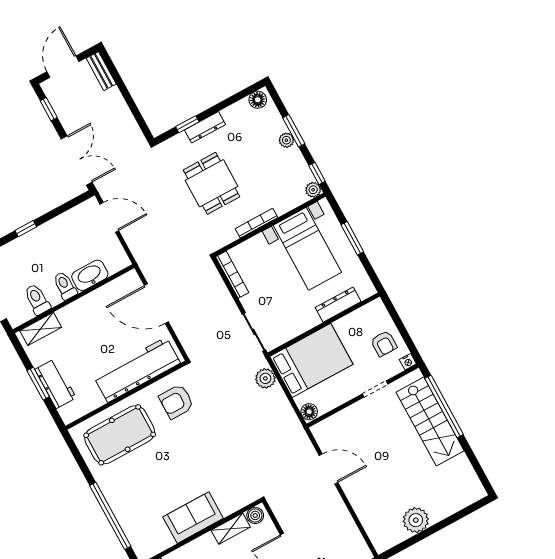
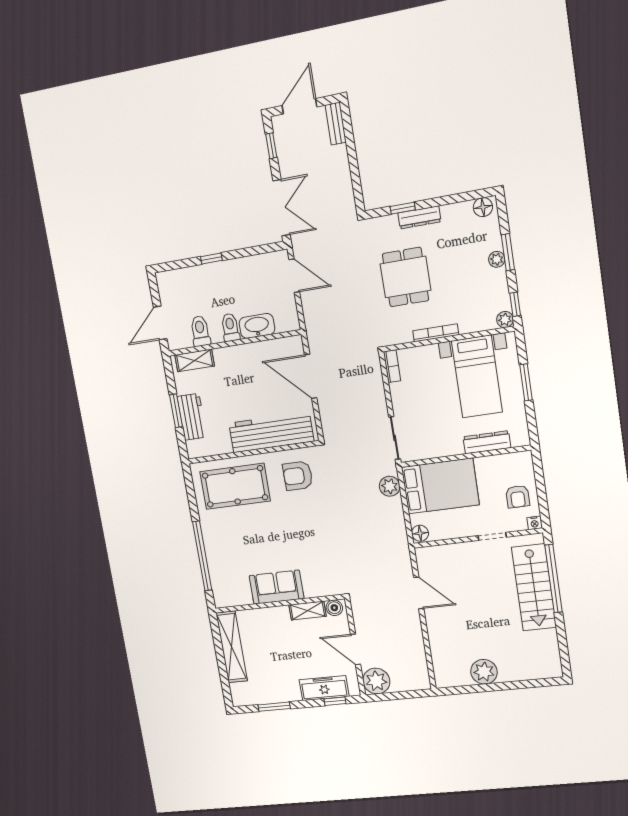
bookcase: (232, 275) -> (392, 366), width x0.64

